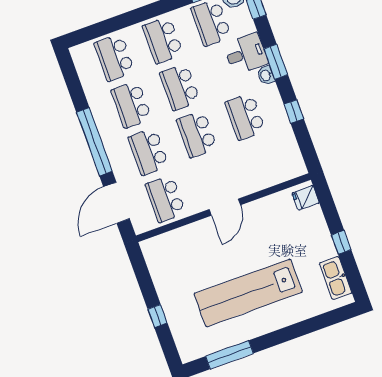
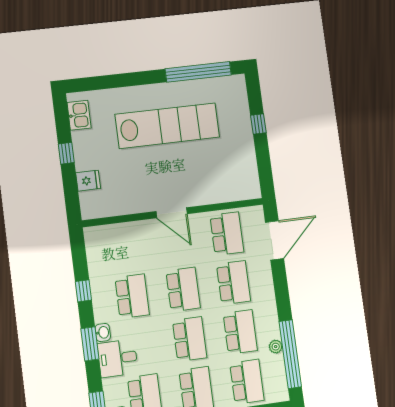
plant: (93, 98) -> (276, 347), added
window: (94, 142) -> (290, 354), moved
fridge: (306, 198) -> (88, 181), moved
door: (225, 207) -> (172, 213), swing flipped
kitchen sink: (336, 278) -> (79, 115), width x0.73
window: (229, 355) -> (198, 72), width x1.46

